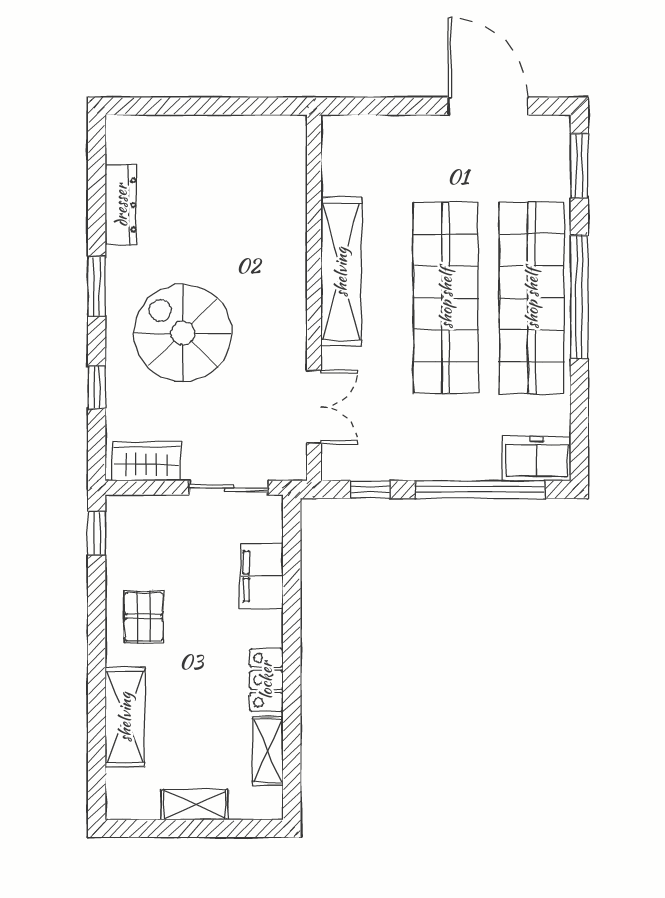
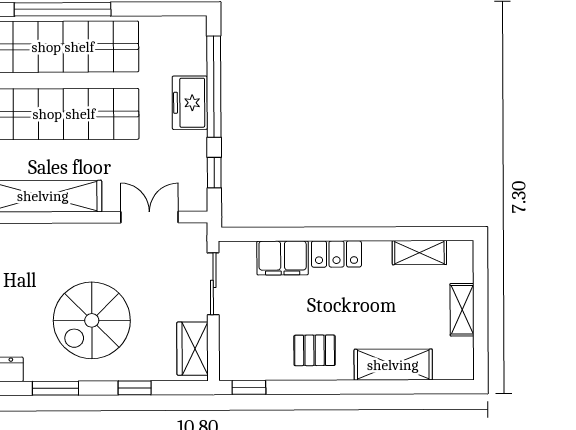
freezer: (537, 459) -> (190, 103), moved
locker: (266, 680) -> (336, 254), moved

